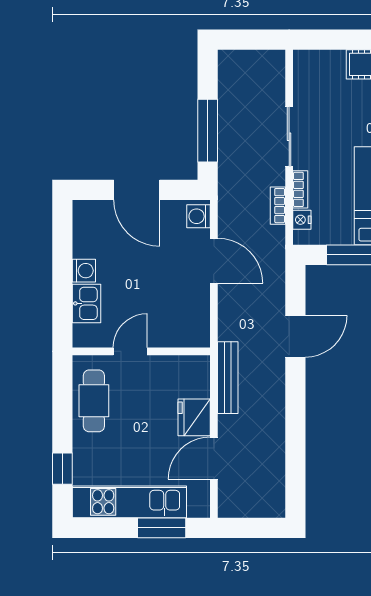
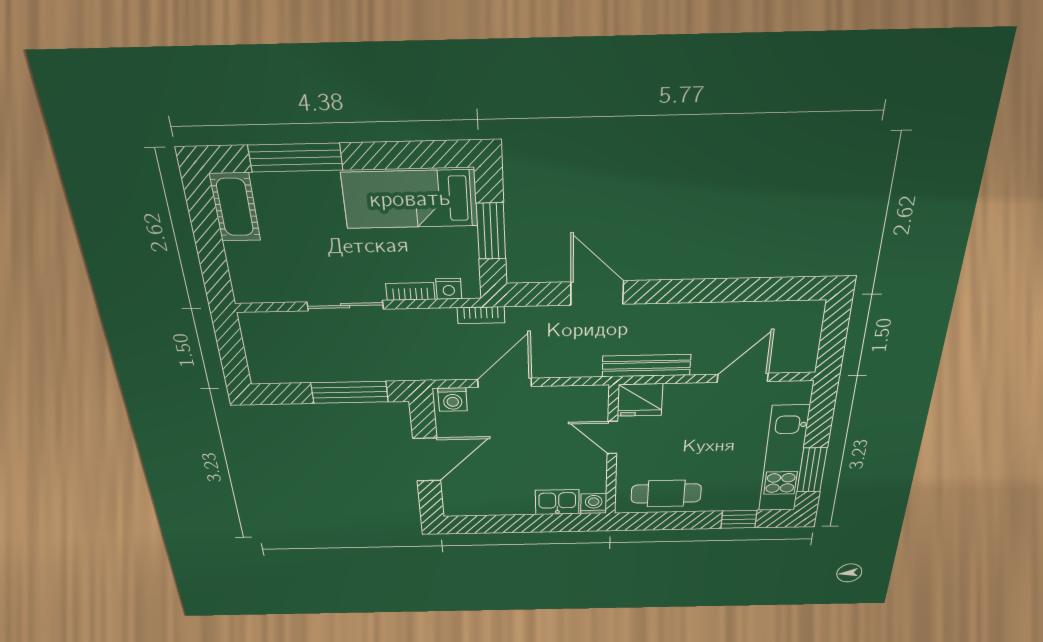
bookcase: (278, 206) -> (481, 315), moved
washing machine: (84, 271) -> (594, 504), moved
door: (130, 351) -> (612, 437), moved
fridge: (194, 417) -> (640, 400), moved
door: (214, 458) -> (743, 378), swing flipped
window: (162, 528) -> (812, 470), moved

